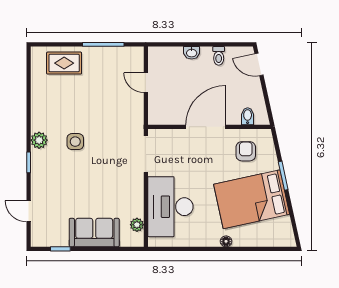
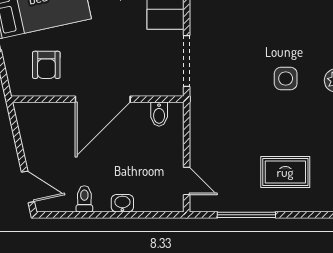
rug: (64, 63) -> (285, 172), moved
door: (146, 83) -> (187, 181), moved
bidet: (248, 116) -> (159, 114), moved

